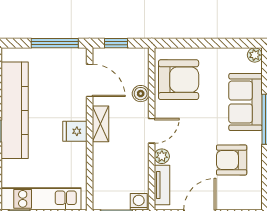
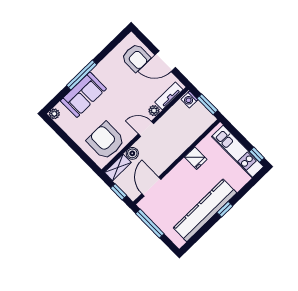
shelving: (100, 124) -> (118, 167), moved
fridge: (75, 131) -> (196, 158), moved
armchair: (232, 160) -> (136, 58), moved

